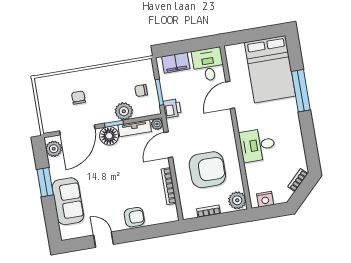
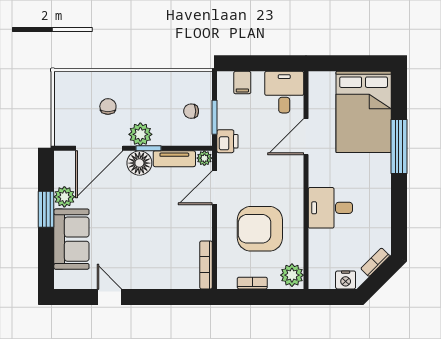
filing cabinet: (176, 63) -> (242, 83), width x0.50
plant: (124, 111) -> (140, 134), moved
plant: (54, 149) -> (64, 197), moved
armchair: (207, 170) -> (260, 229), turned 180
bookcase: (169, 186) -> (206, 265), moved
nightstand: (265, 199) -> (346, 280), moved
armchair: (134, 217) -> (154, 274), removed

